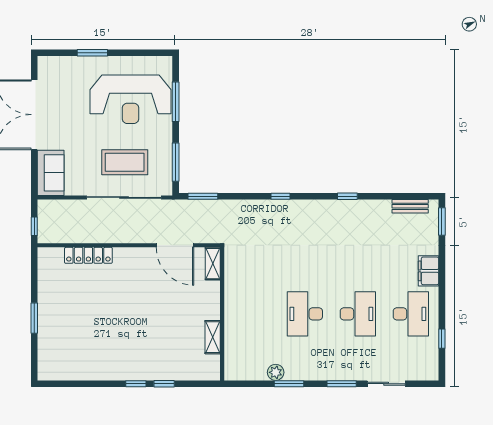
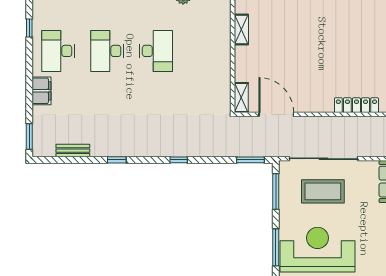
bench: (410, 206) -> (73, 151), moved

